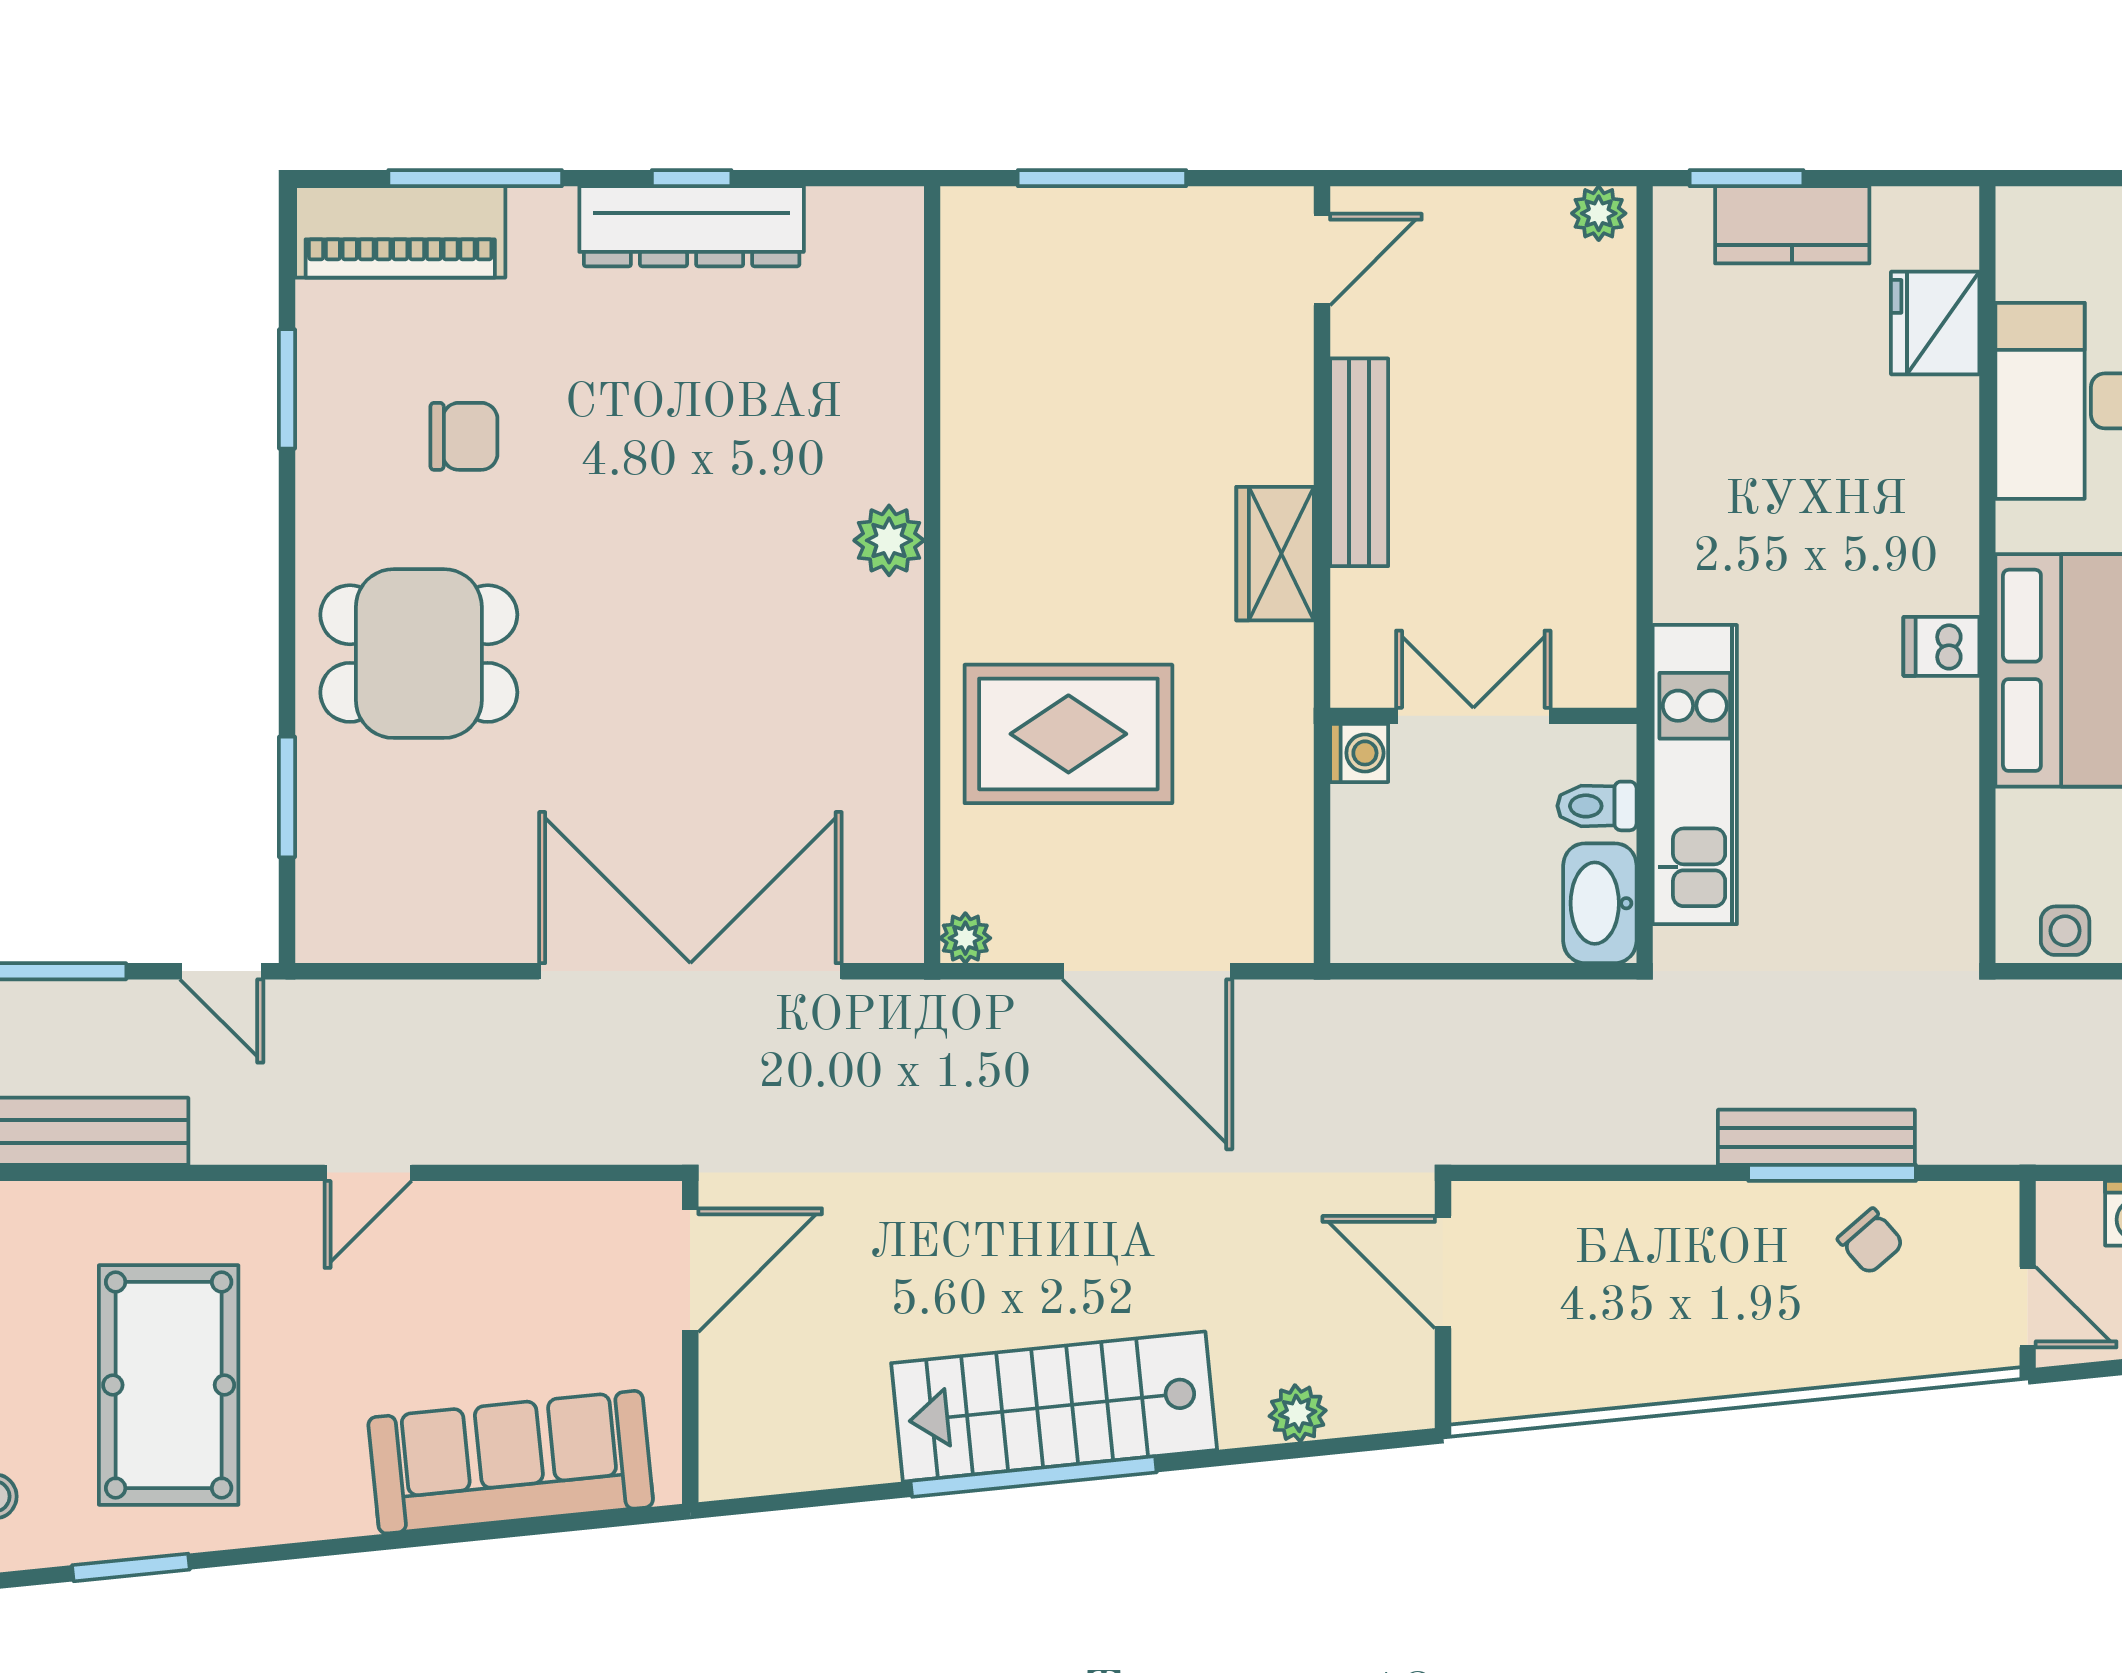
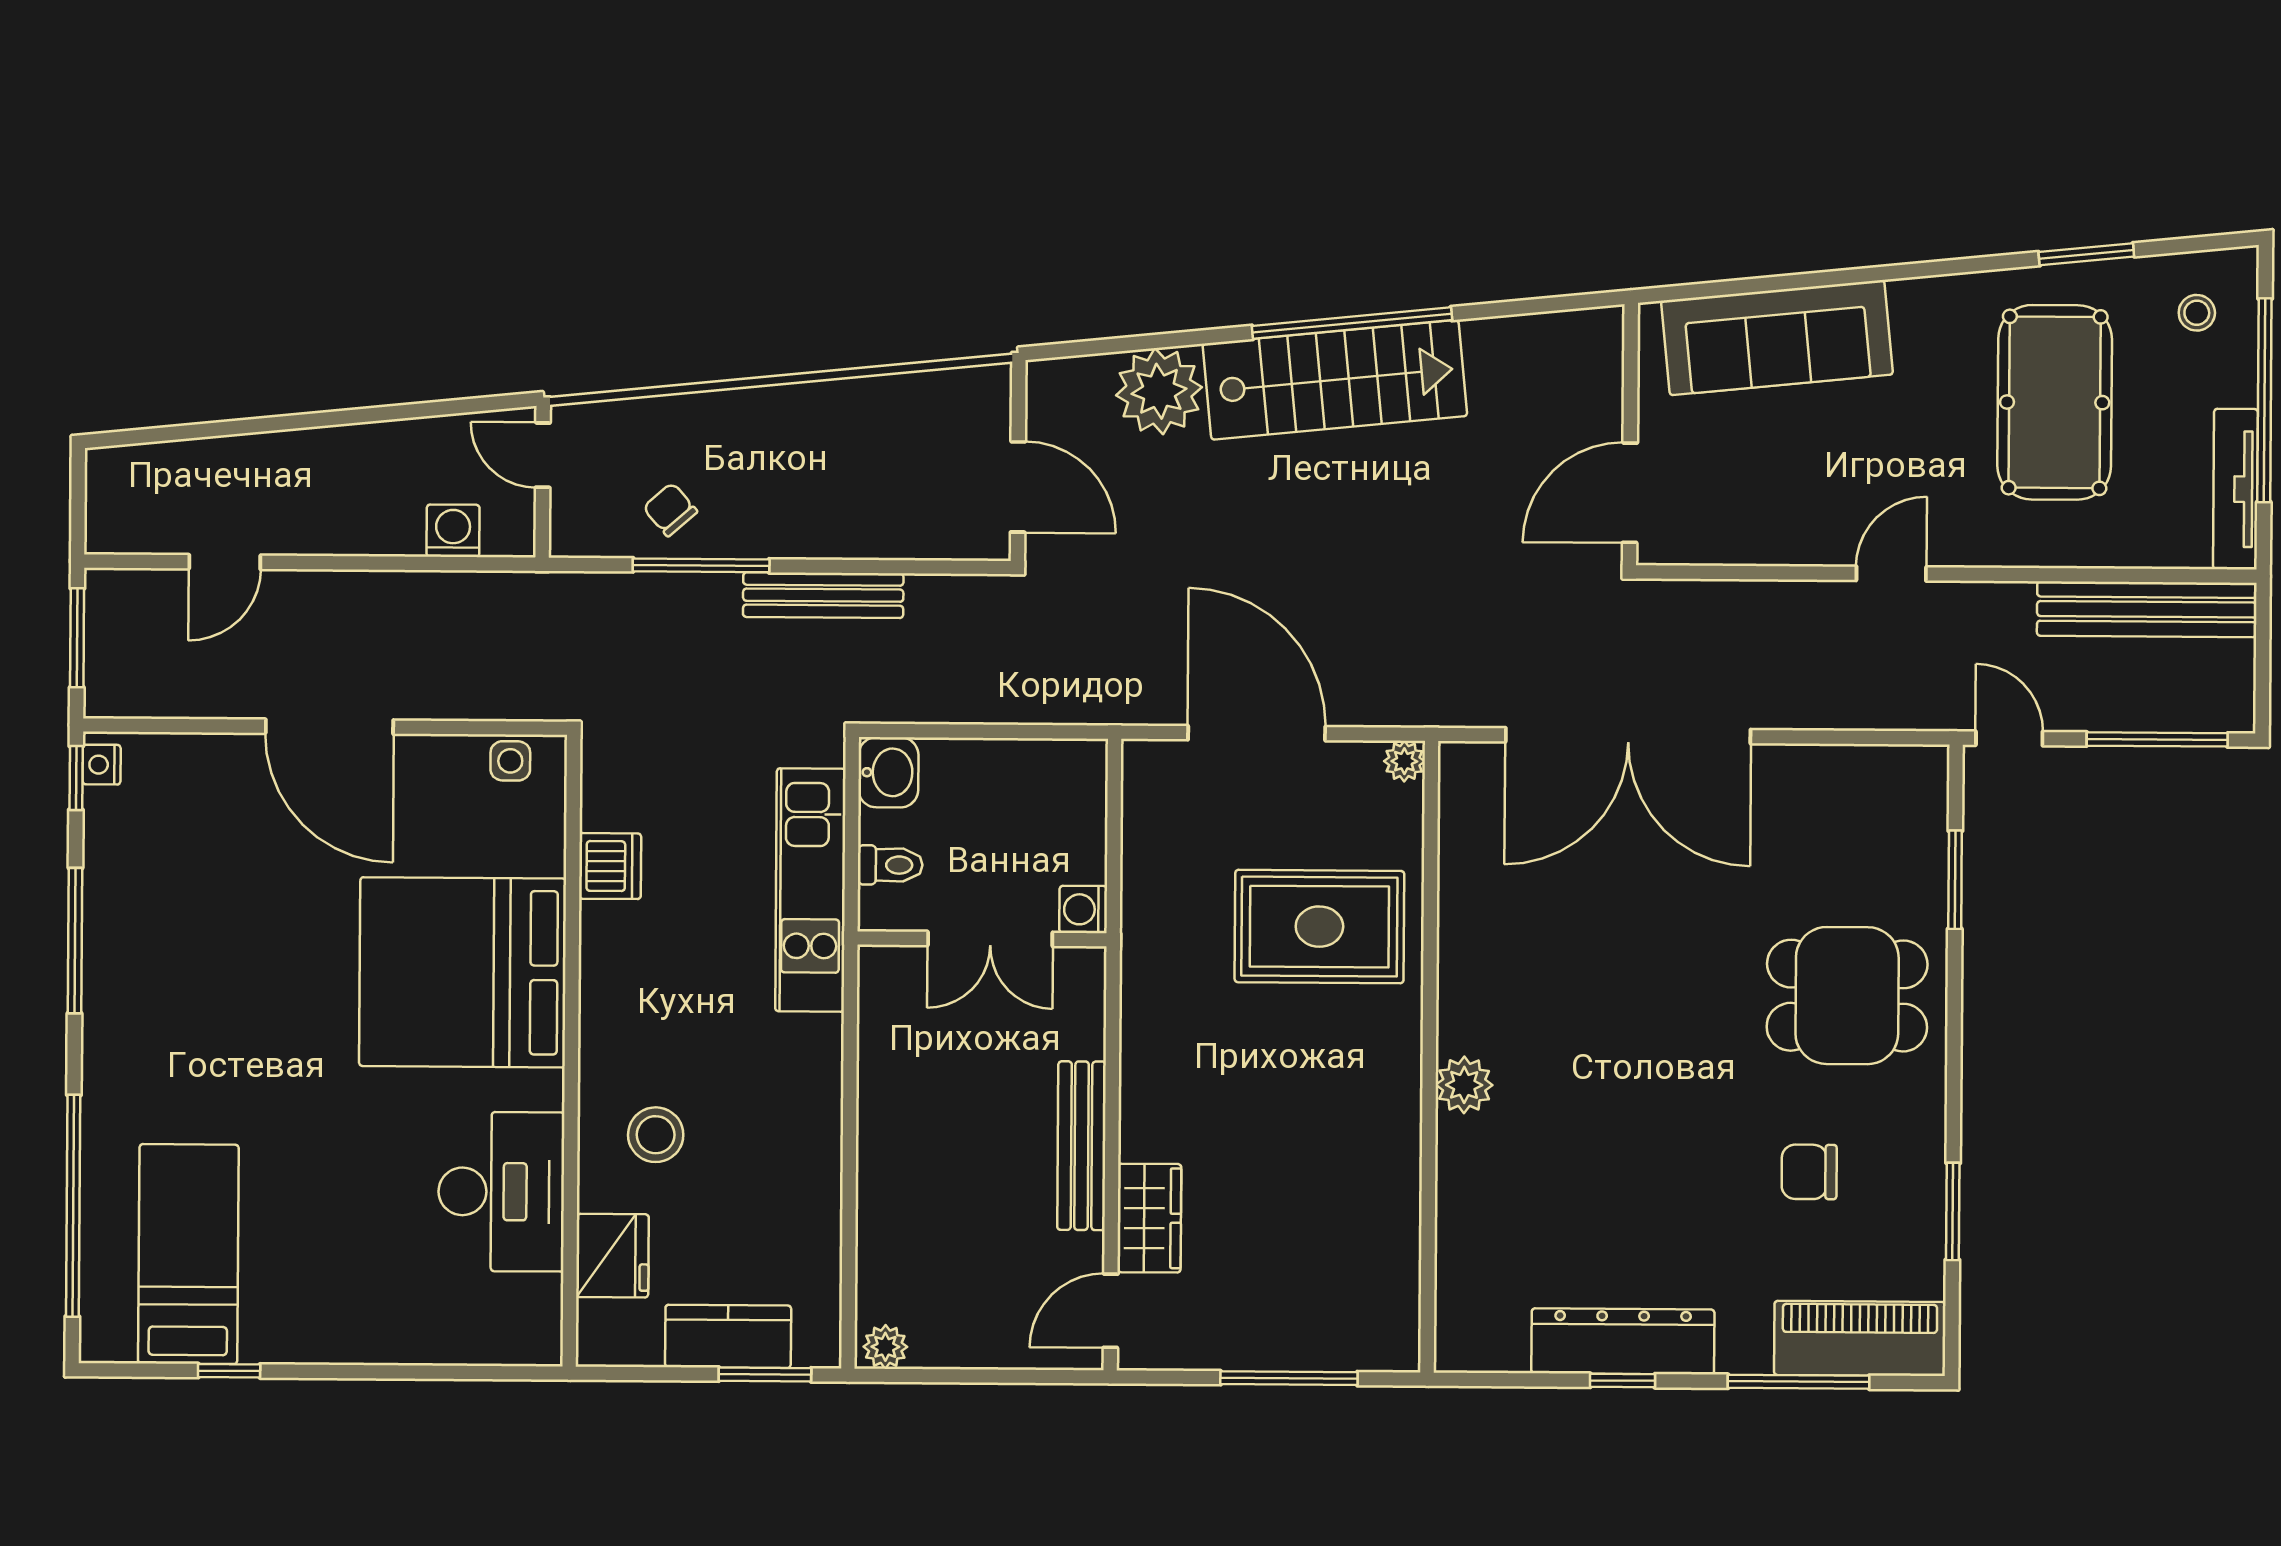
stool: (1883, 472) -> (656, 1135), added
wardrobe: (1275, 554) -> (1149, 1218), moved
dishwasher: (1941, 646) -> (610, 866), moved, width x1.38
washbasin: (1600, 903) -> (888, 772), width x0.72
bench: (1816, 1137) -> (823, 595), moved
plant: (1298, 1413) -> (1159, 391), width x1.87, depth x1.87

